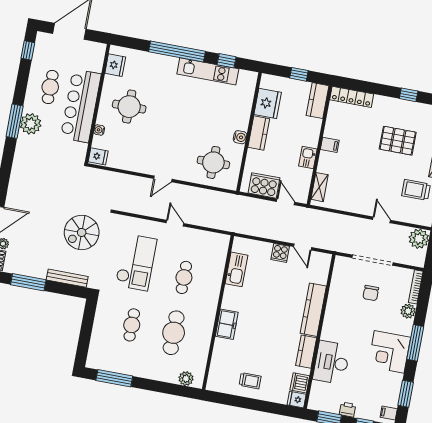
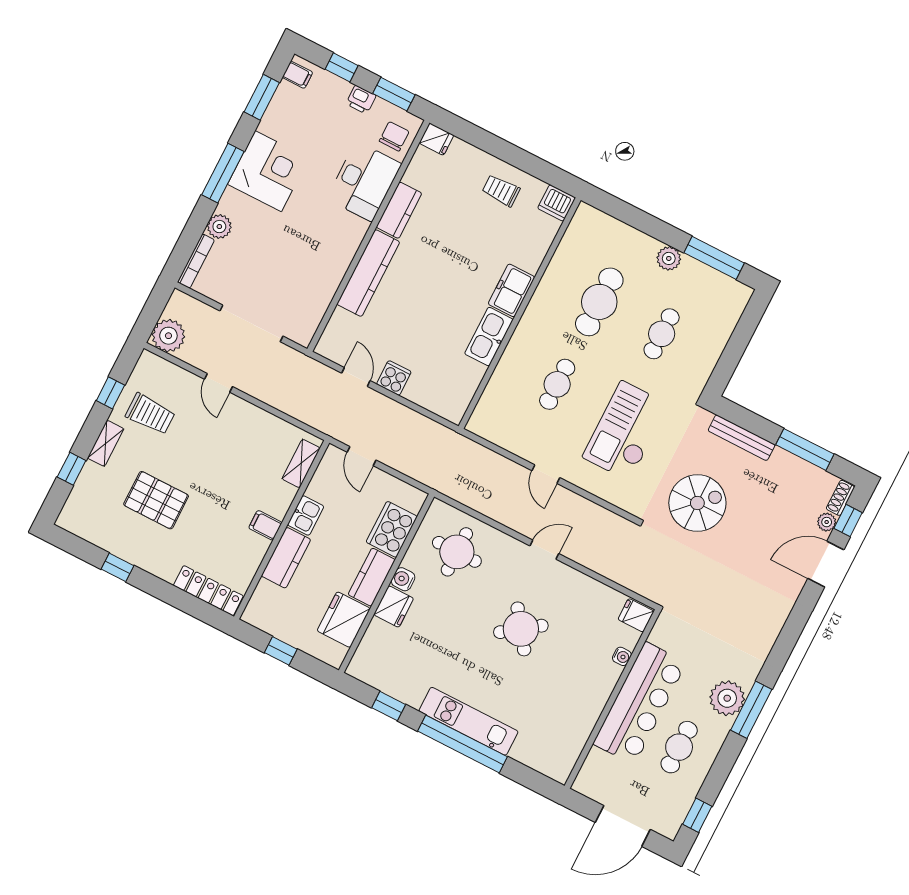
fridge: (115, 65) -> (394, 607), moved, turned 180
kitchen unit: (208, 71) -> (468, 721), moved
kitchen counter: (317, 101) -> (286, 558), moved
round table: (129, 107) -> (521, 629), moved, turned -36
cooker: (264, 185) -> (392, 529), moved, turned 90
kitchen sink: (236, 269) -> (489, 337), moved
chair: (371, 293) -> (394, 136), moved
plant: (186, 379) -> (669, 258), moved
dishwasher: (300, 383) -> (557, 203), moved, turned 90

